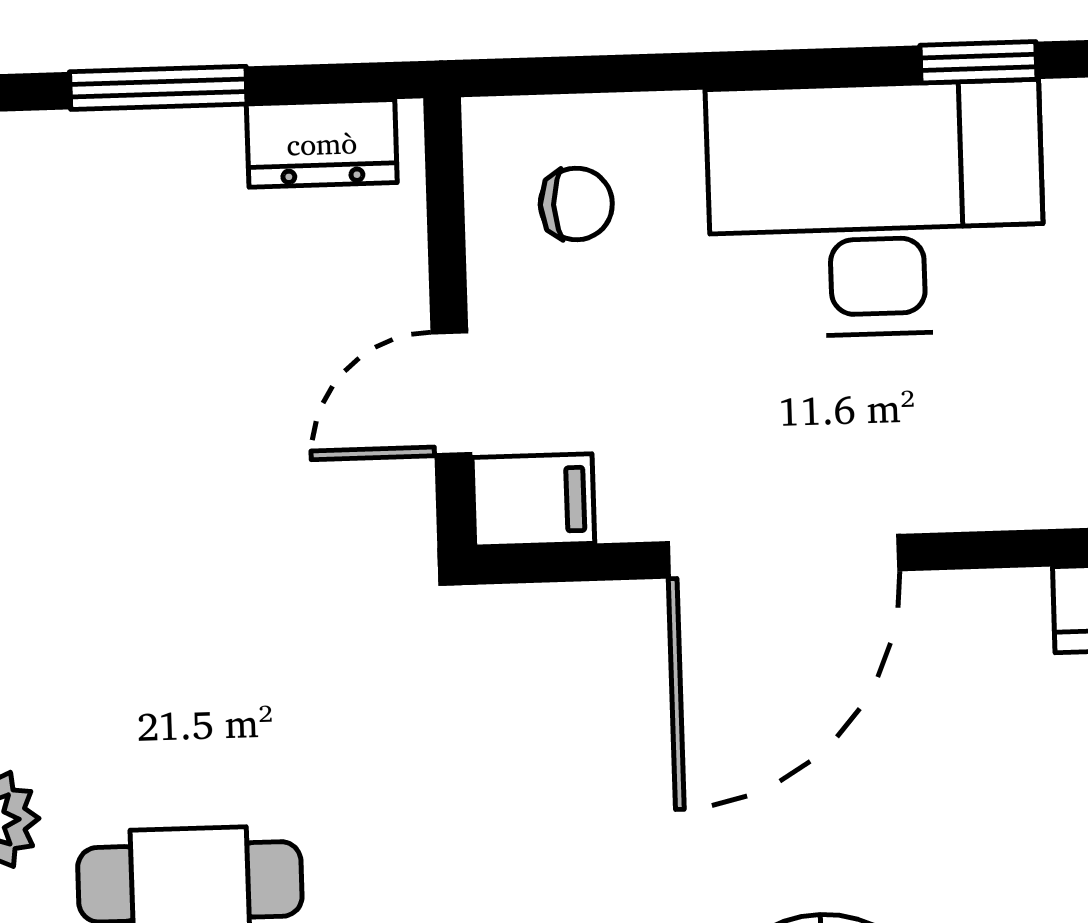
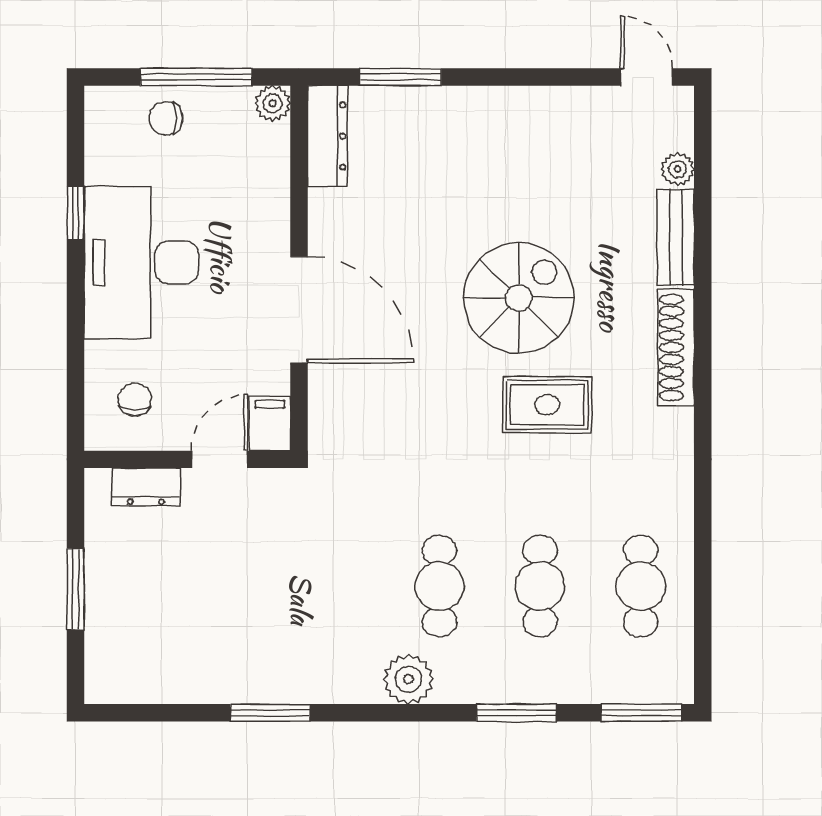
dresser: (322, 143) -> (146, 487), moved, turned 90
door: (451, 393) -> (220, 459), swing flipped

